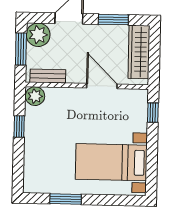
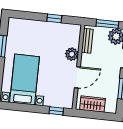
wardrobe: (139, 52) -> (93, 104), width x0.67
plant: (35, 96) -> (72, 54), moved

